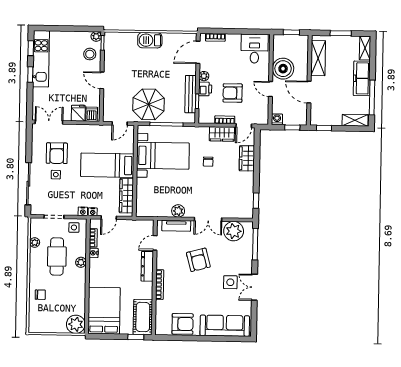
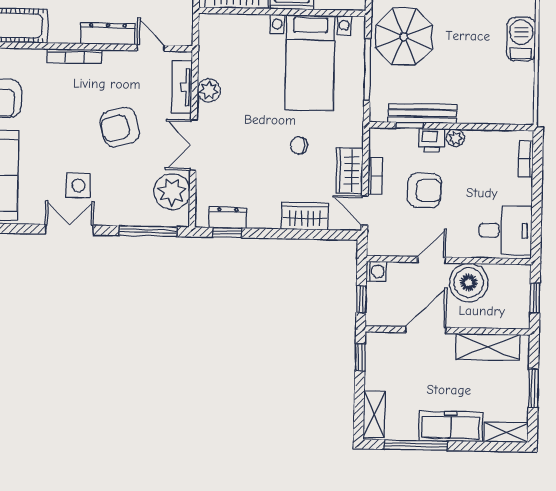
door: (198, 52) -> (499, 127), removed
armchair: (233, 93) -> (424, 190), turned 90
dresser: (248, 201) -> (228, 218), added

